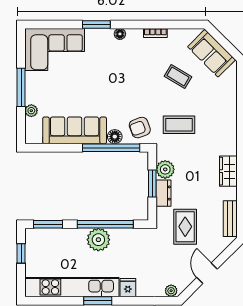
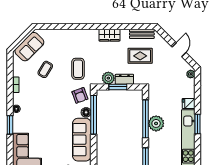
rug: (185, 227) -> (140, 56), moved
door: (207, 273) -> (179, 50), swing flipped

